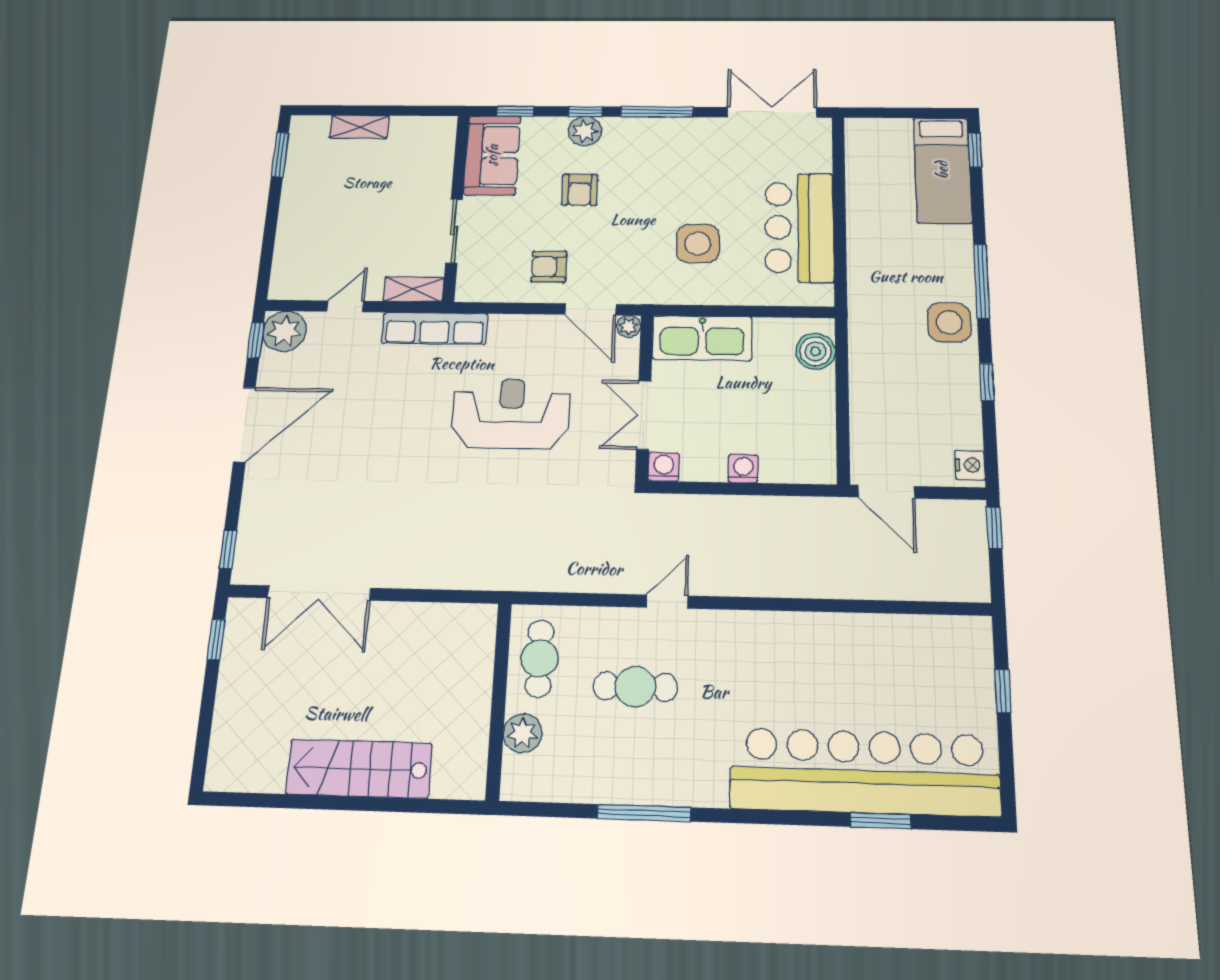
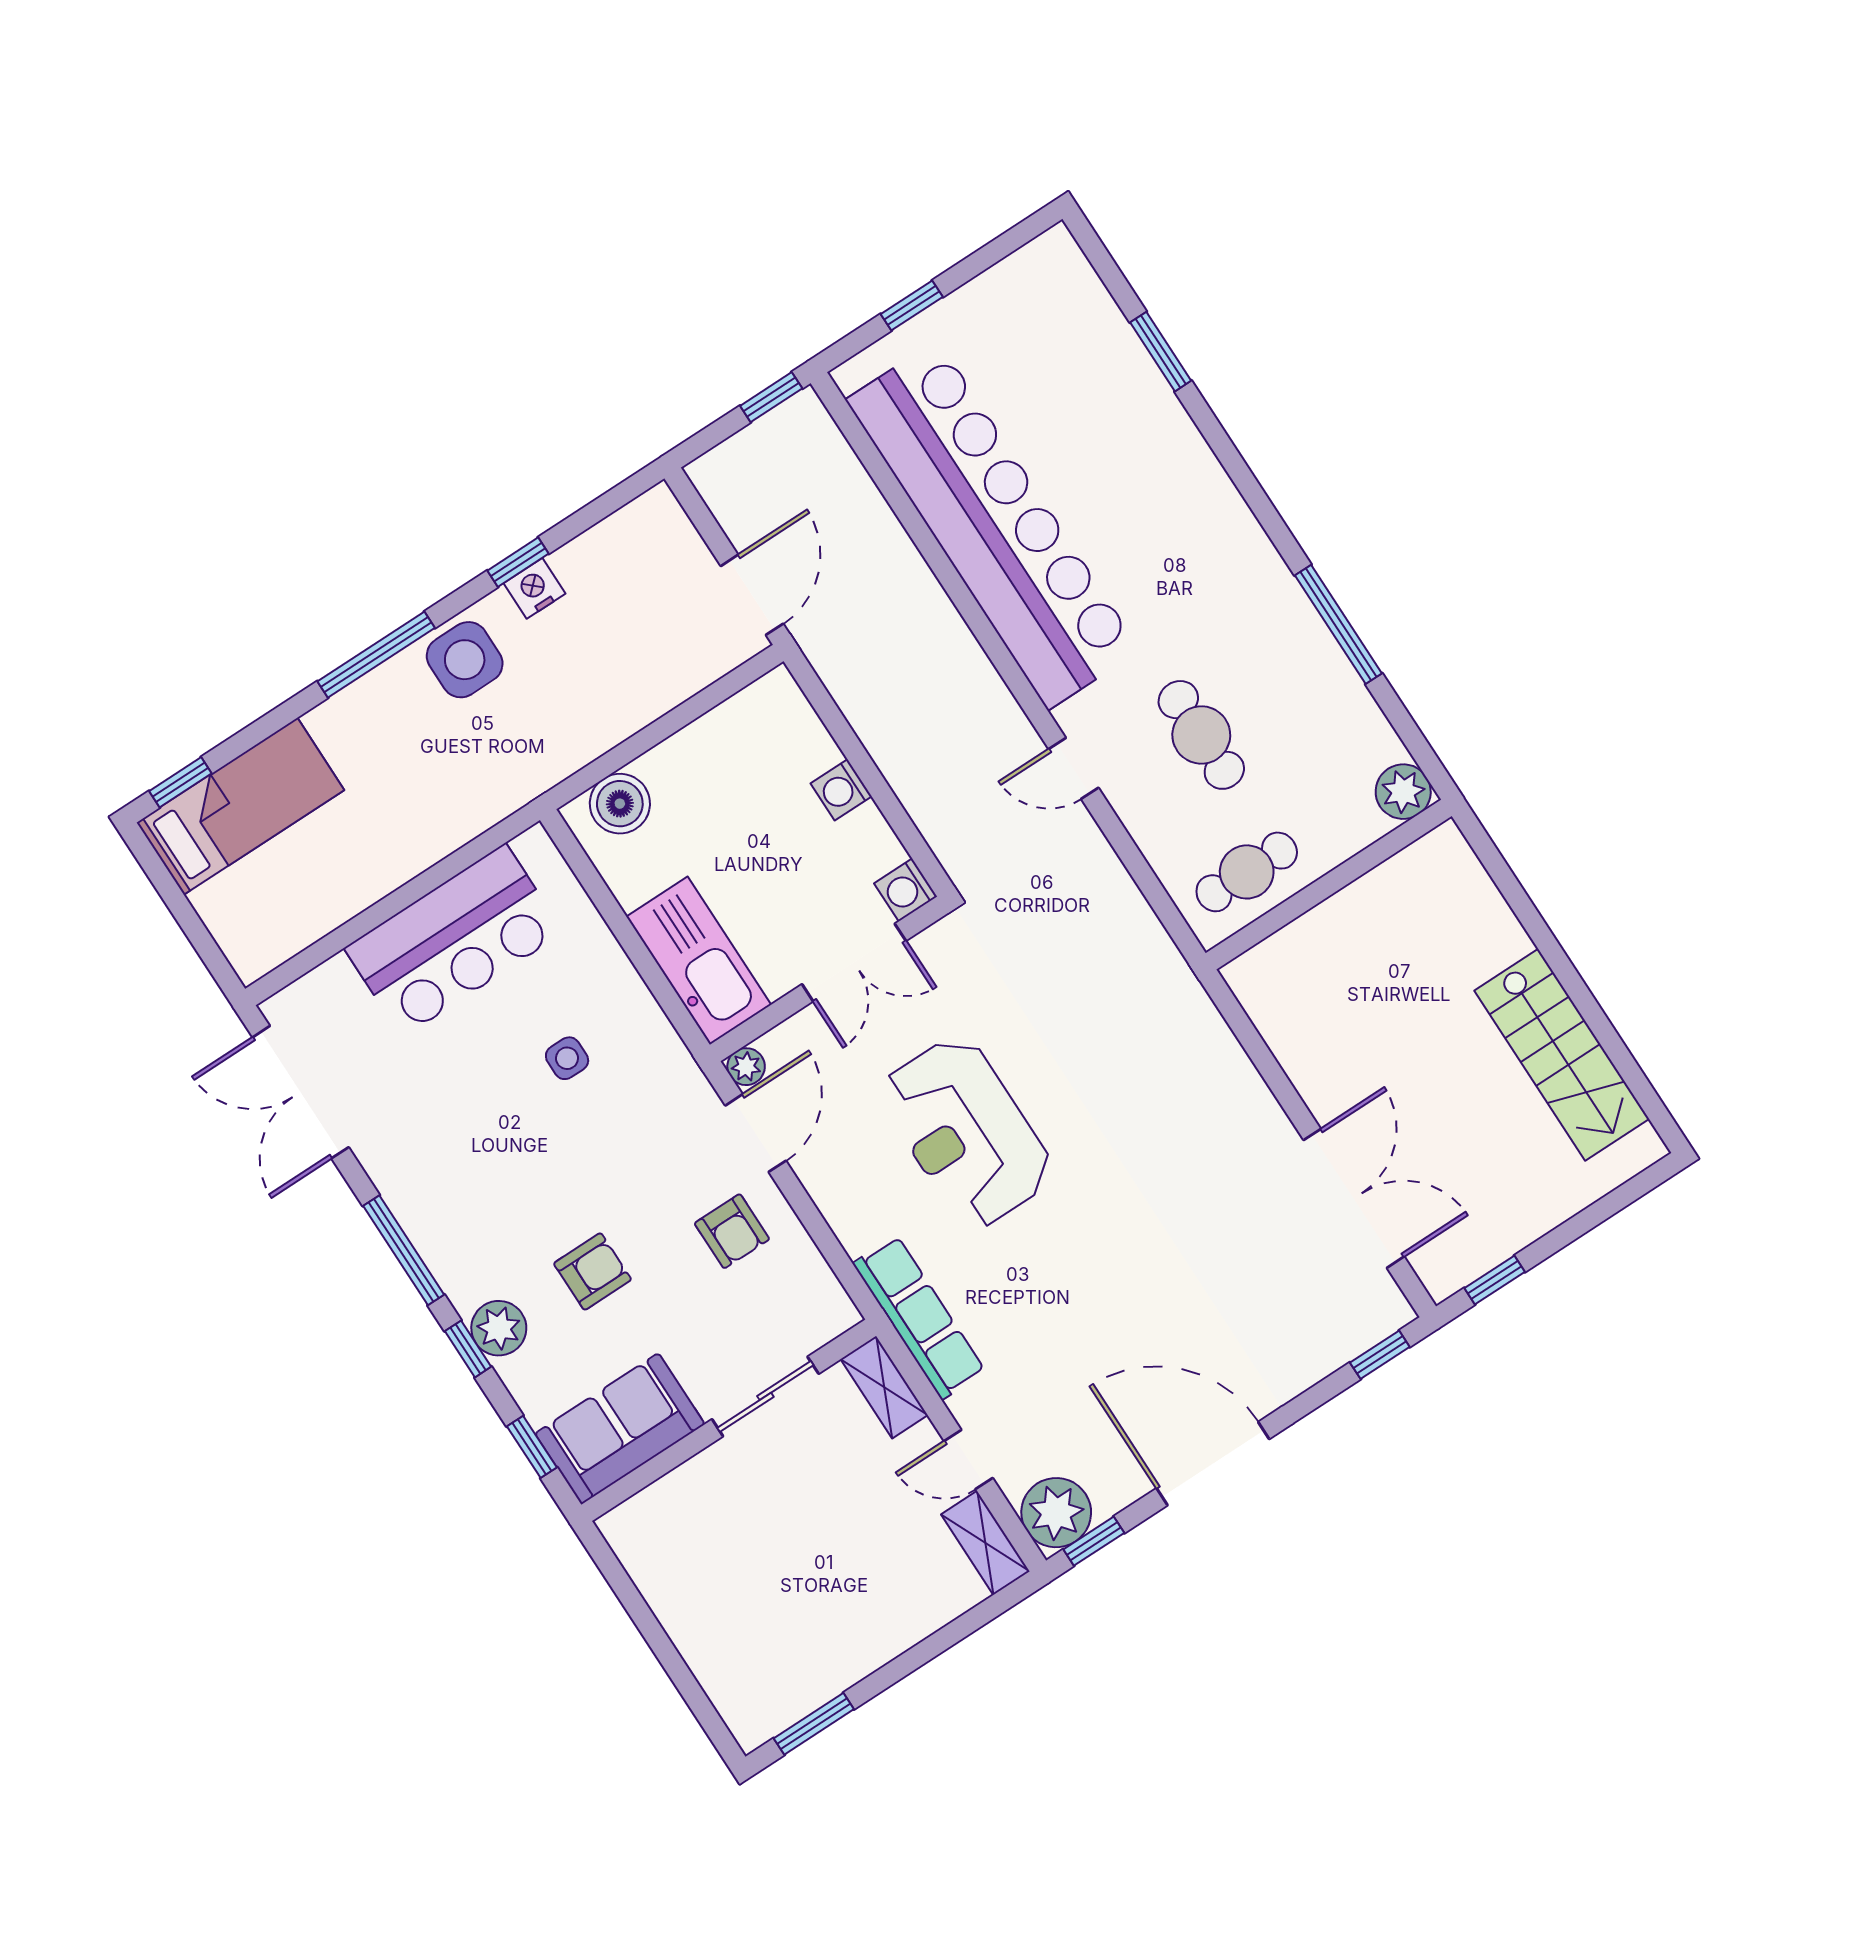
shelving: (359, 127) -> (985, 1543), moved
side table: (698, 244) -> (567, 1058), width x0.54, depth x0.54
nightstand: (970, 465) -> (534, 588), moved
window: (994, 528) -> (771, 397), moved
plant: (523, 733) -> (1403, 792), moved
stairs: (359, 769) -> (1562, 1055), moved
bar counter: (864, 772) -> (993, 525), moved, turned 180

